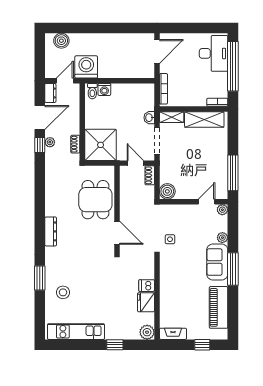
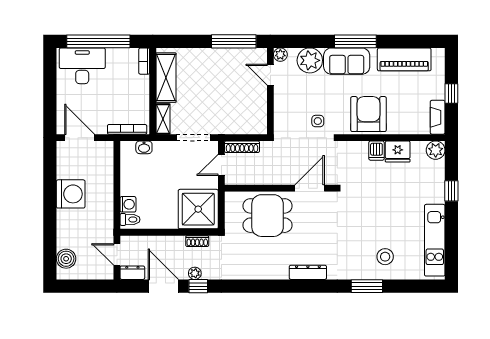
washing machine: (86, 67) -> (71, 194), moved, turned 180
washbasin: (149, 118) -> (144, 147), moved
shoe rack: (150, 175) -> (242, 147), width x1.43
boiler: (167, 191) -> (257, 124), removed
plant: (222, 238) -> (310, 60), width x1.87, depth x1.87
armchair: (175, 279) -> (368, 114), added
window: (202, 345) -> (451, 93), moved

